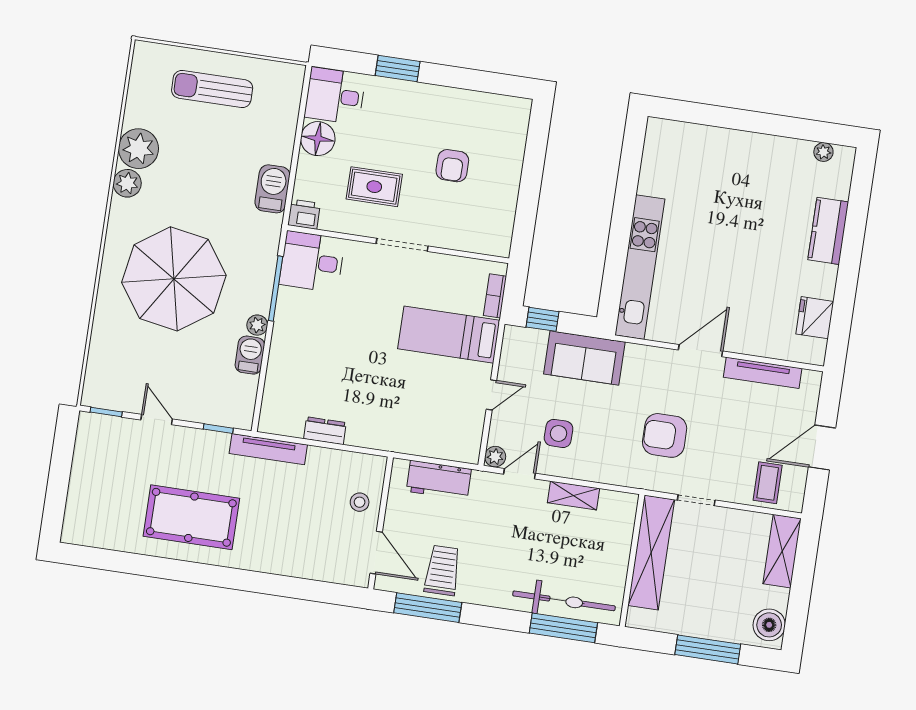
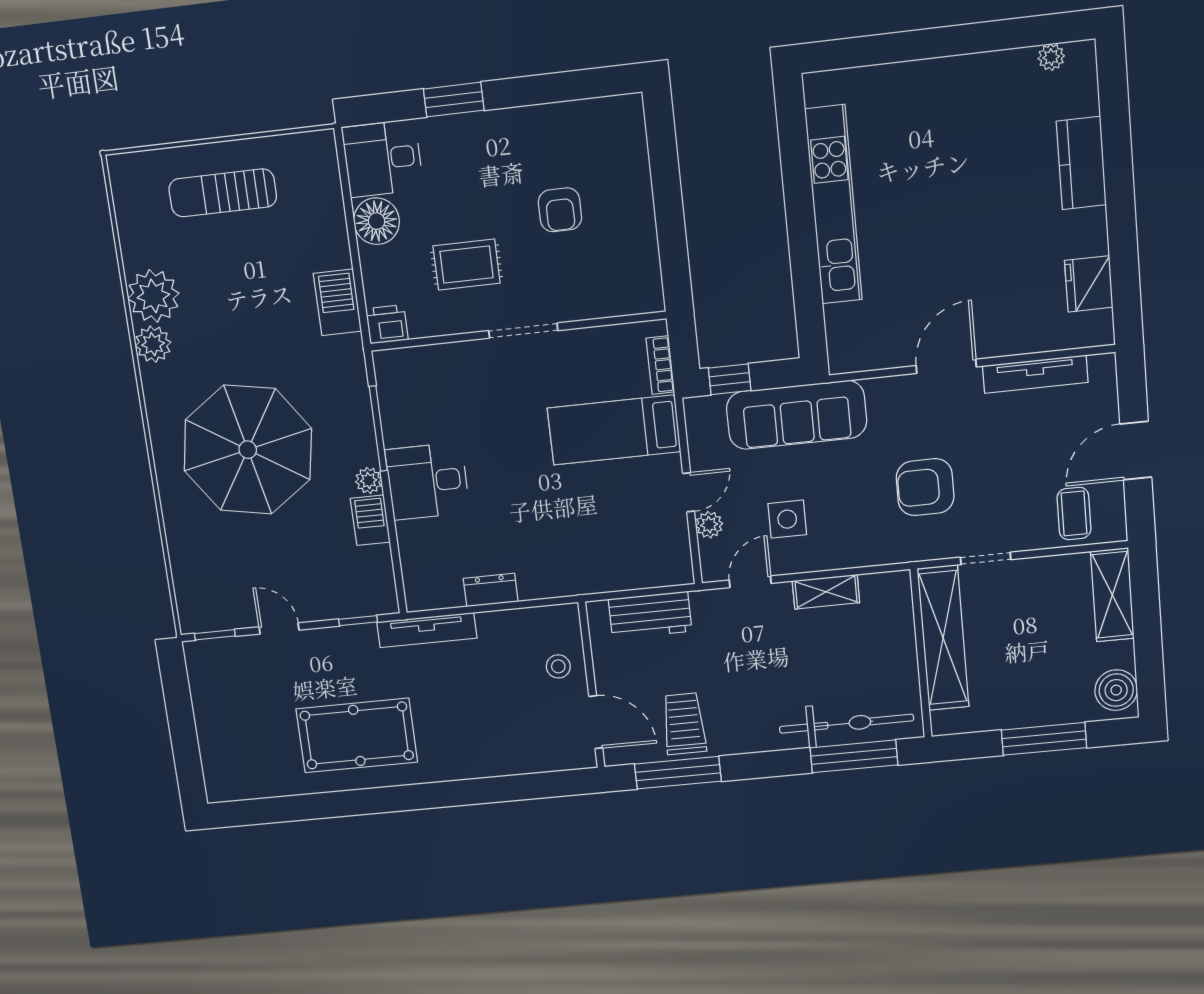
desk: (312, 262) -> (427, 481), moved
kitchen unit: (640, 267) -> (833, 205), moved
sofa: (584, 358) -> (796, 415), width x1.36
plant: (495, 457) -> (709, 525), moved

